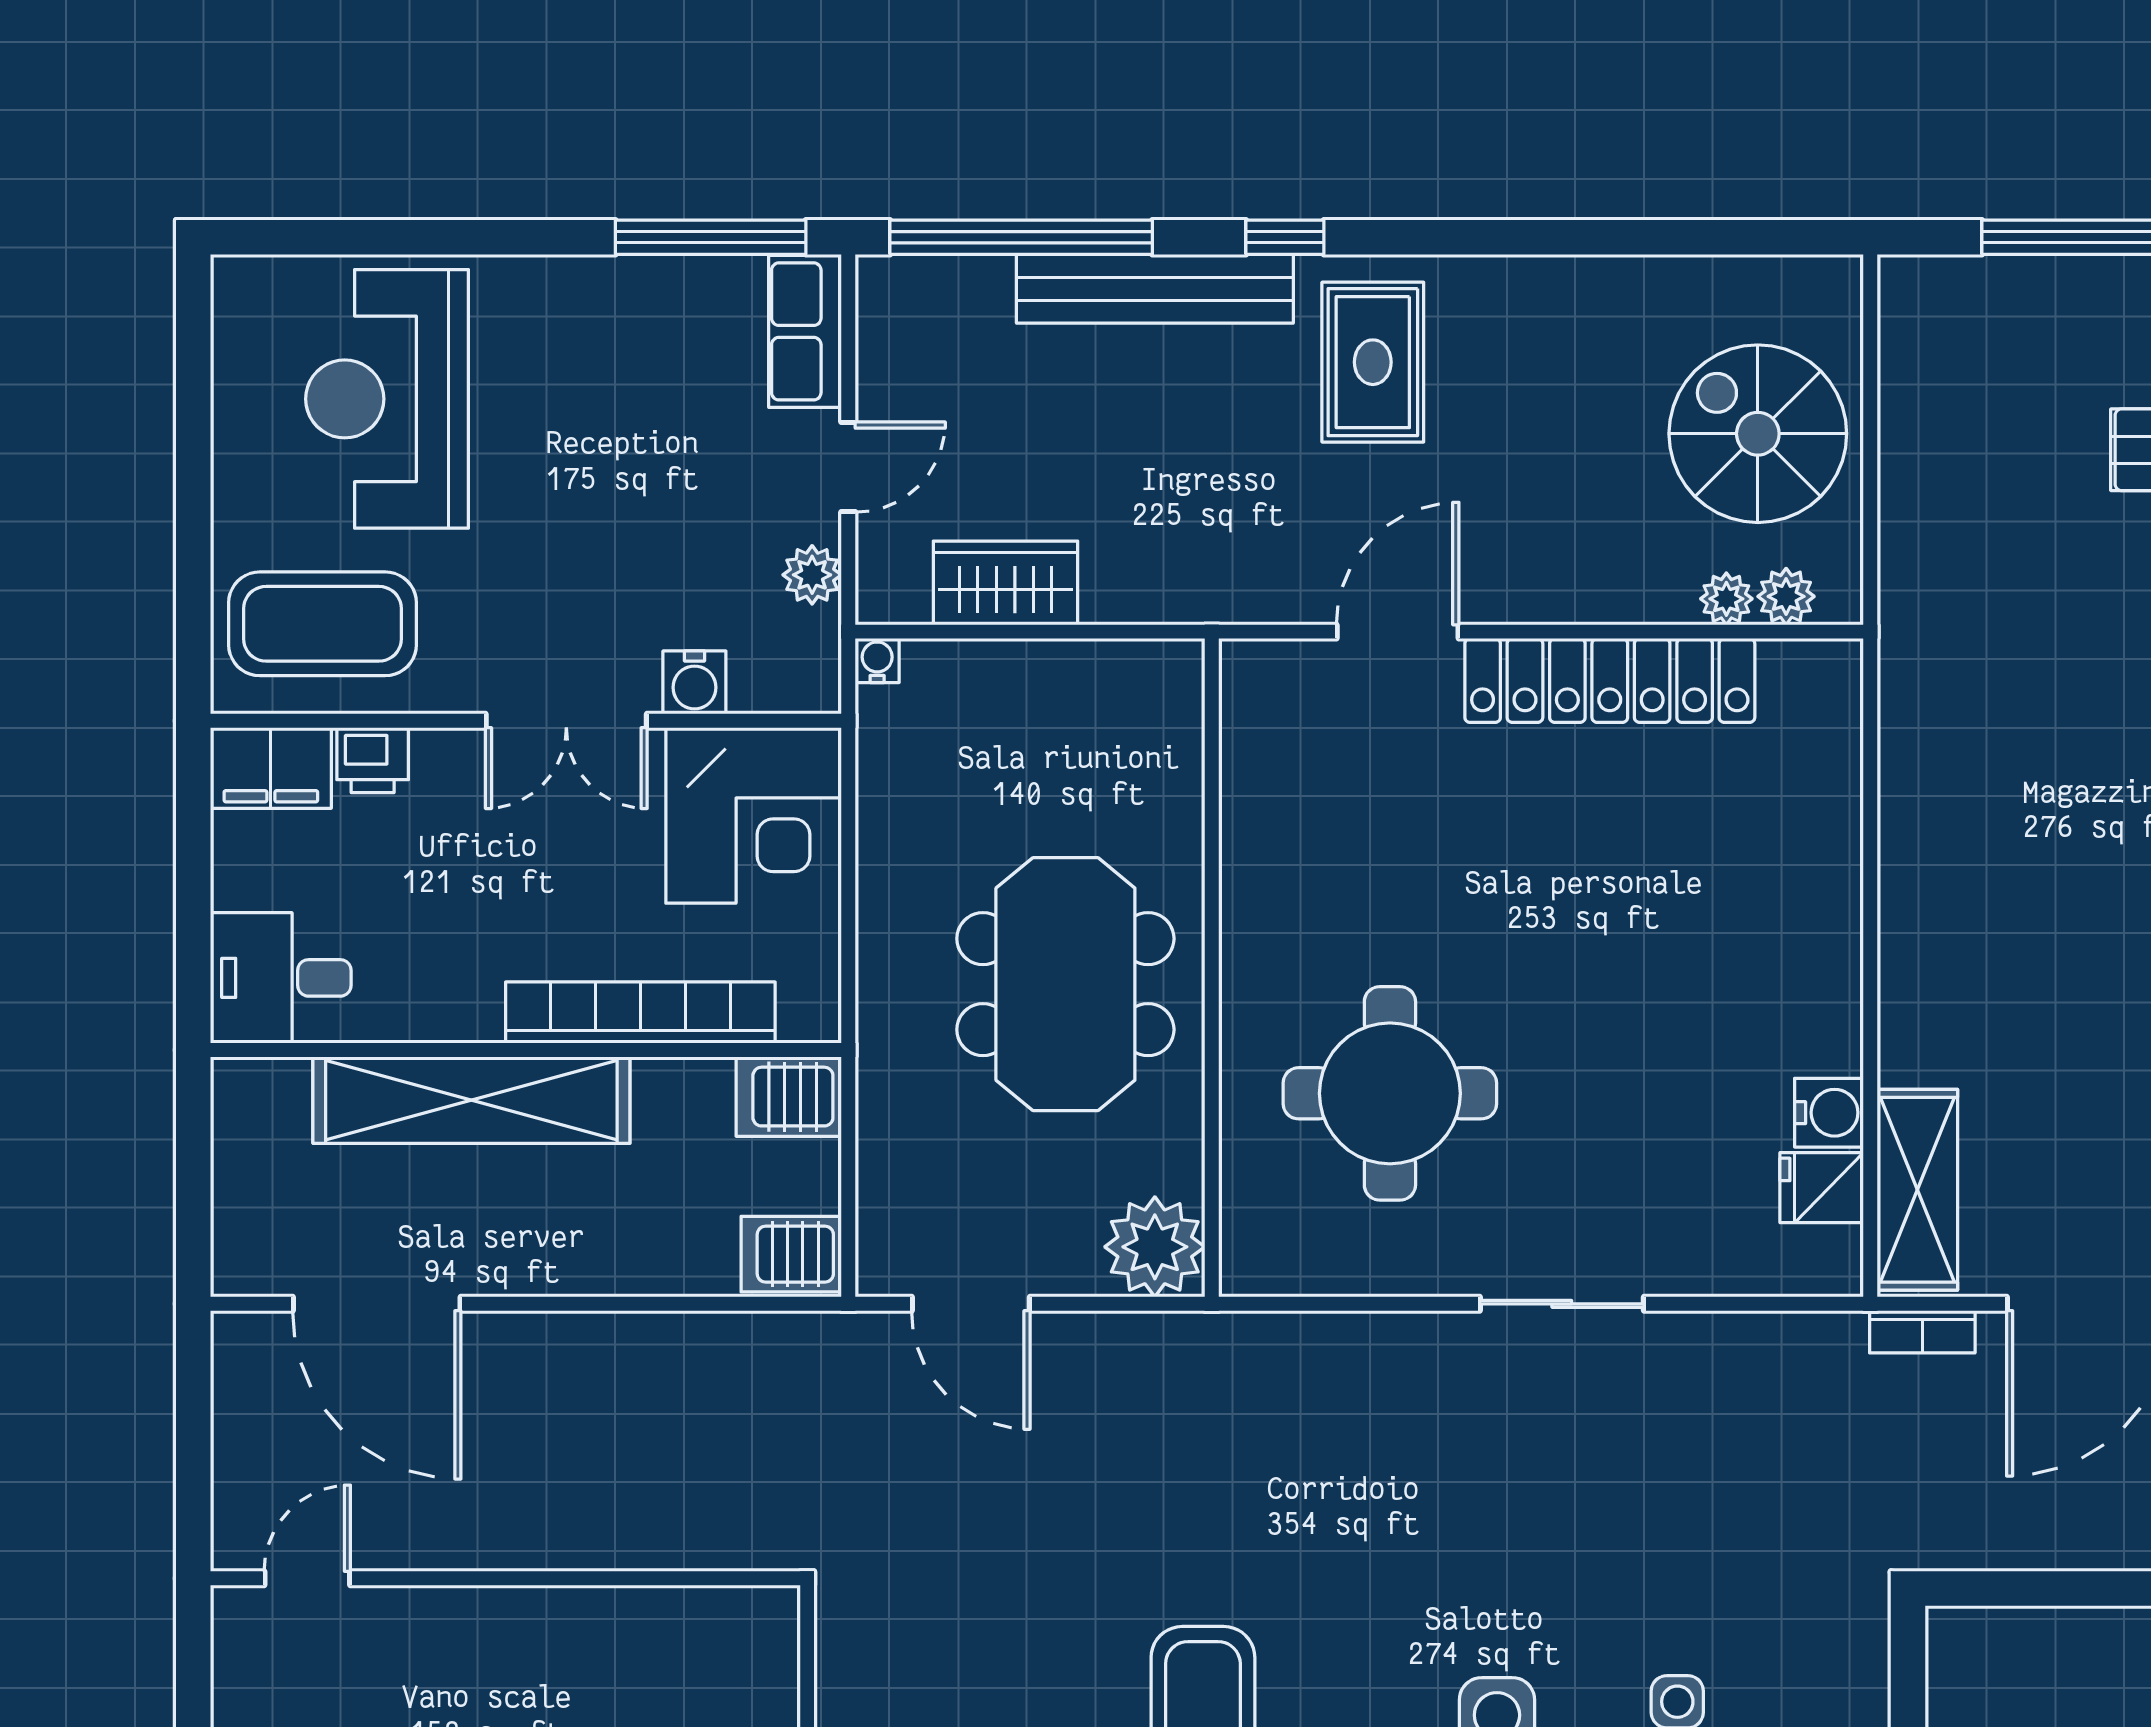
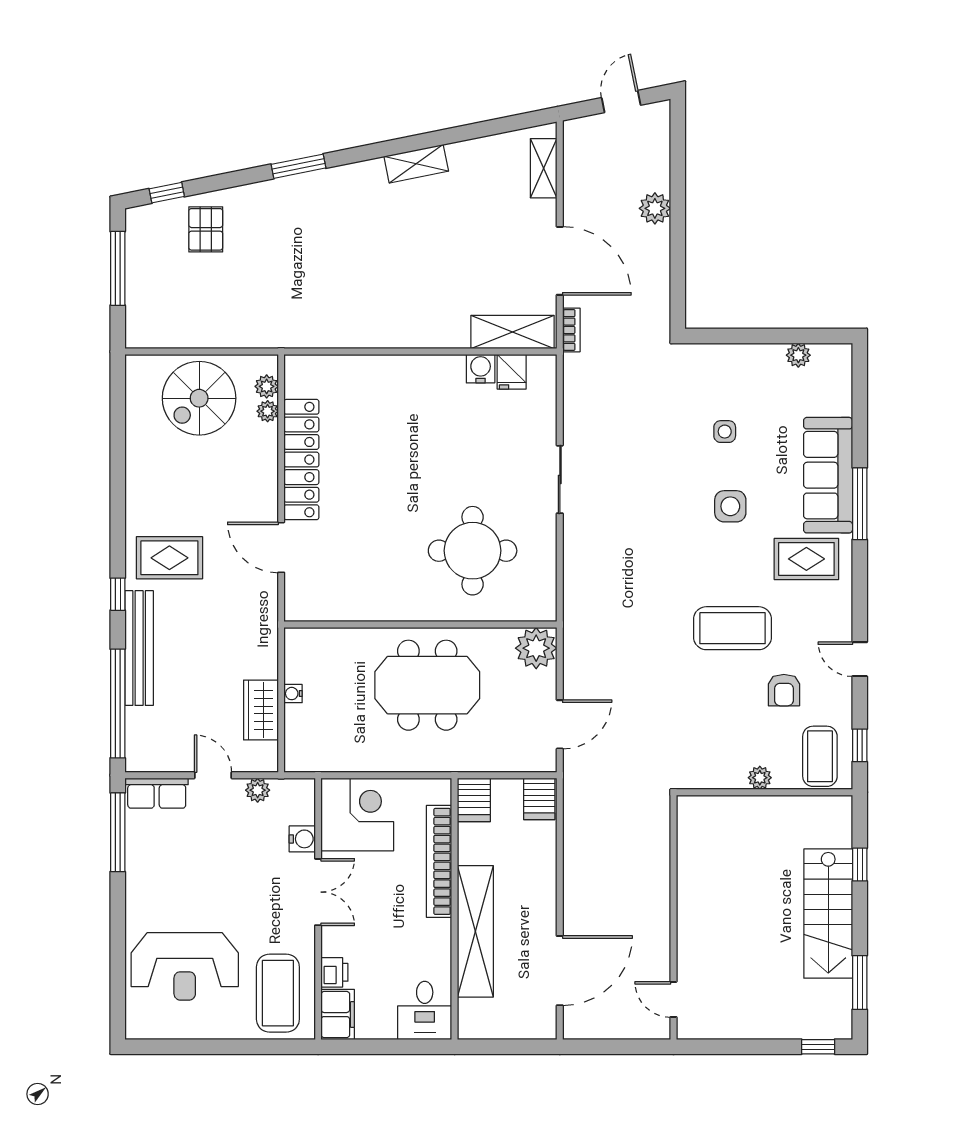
water cooler: (877, 661) -> (293, 694), moved

